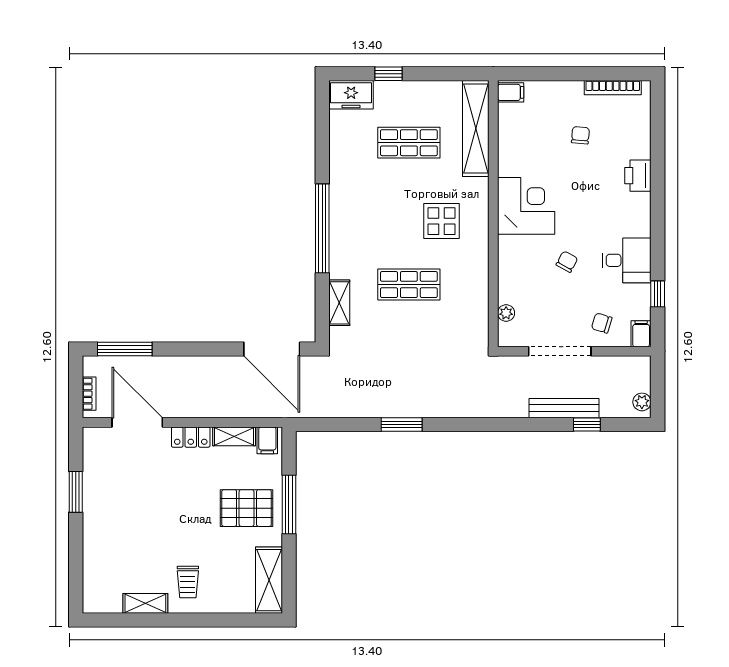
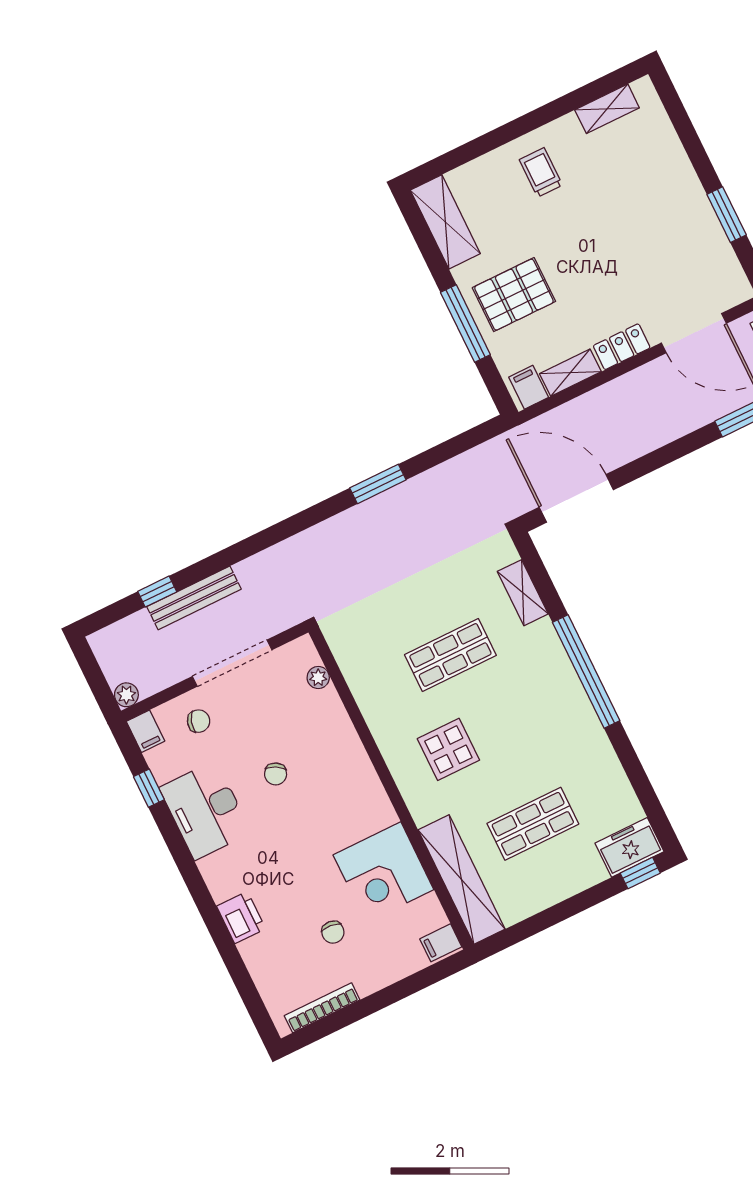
window: (389, 74) -> (640, 873), moved
corner desk: (526, 206) -> (383, 872), moved
desk: (627, 260) -> (205, 810), width x1.37
plant: (642, 402) -> (126, 695), moved
shelving: (145, 603) -> (607, 109), moved

